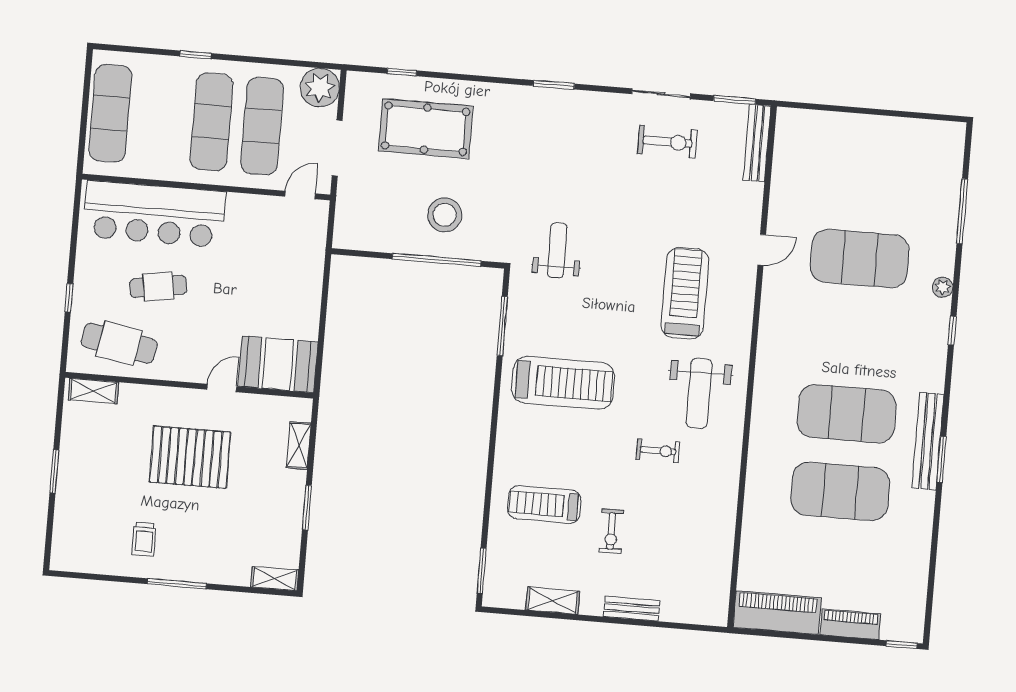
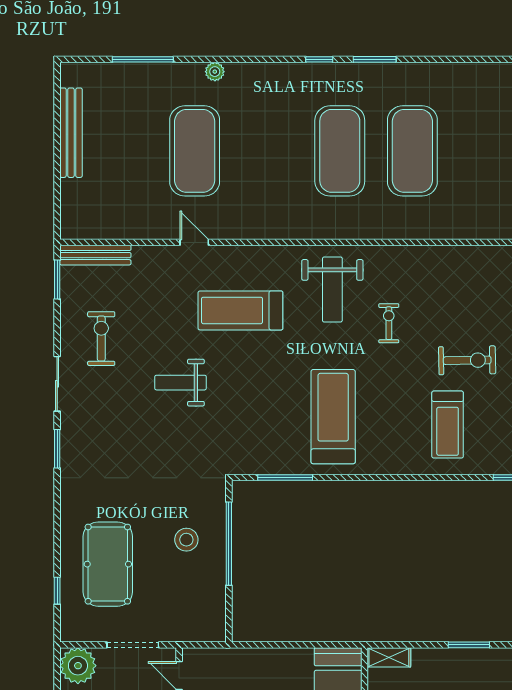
sliding door: (661, 94) -> (57, 384), moved
stool: (445, 215) -> (186, 540), width x0.73, depth x0.73
weight bench: (557, 250) -> (181, 383), moved
window: (952, 331) -> (319, 59), moved
weight bench: (699, 393) -> (332, 290), turned 90
bench: (928, 441) -> (71, 133), moved, turned 90
shelving: (299, 445) -> (389, 657), moved
exercise bike: (611, 531) -> (467, 360), width x1.38, depth x1.39

